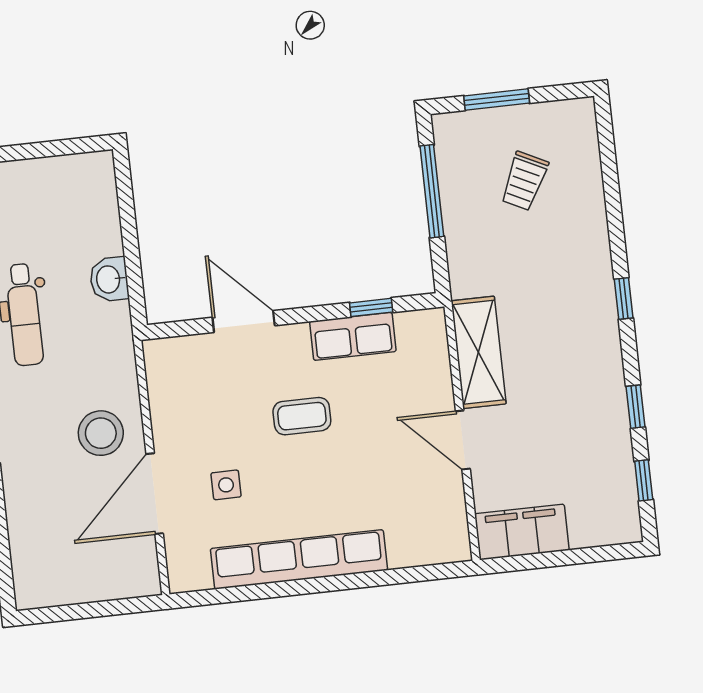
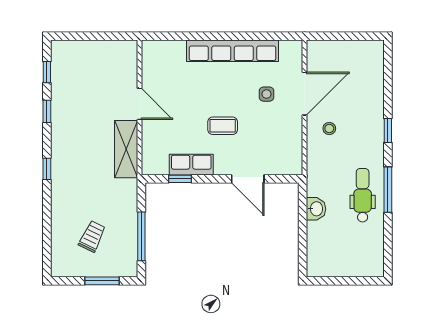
stool: (101, 433) -> (329, 128), width x0.53, depth x0.53
filing cabinet: (522, 532) -> (114, 52), removed

